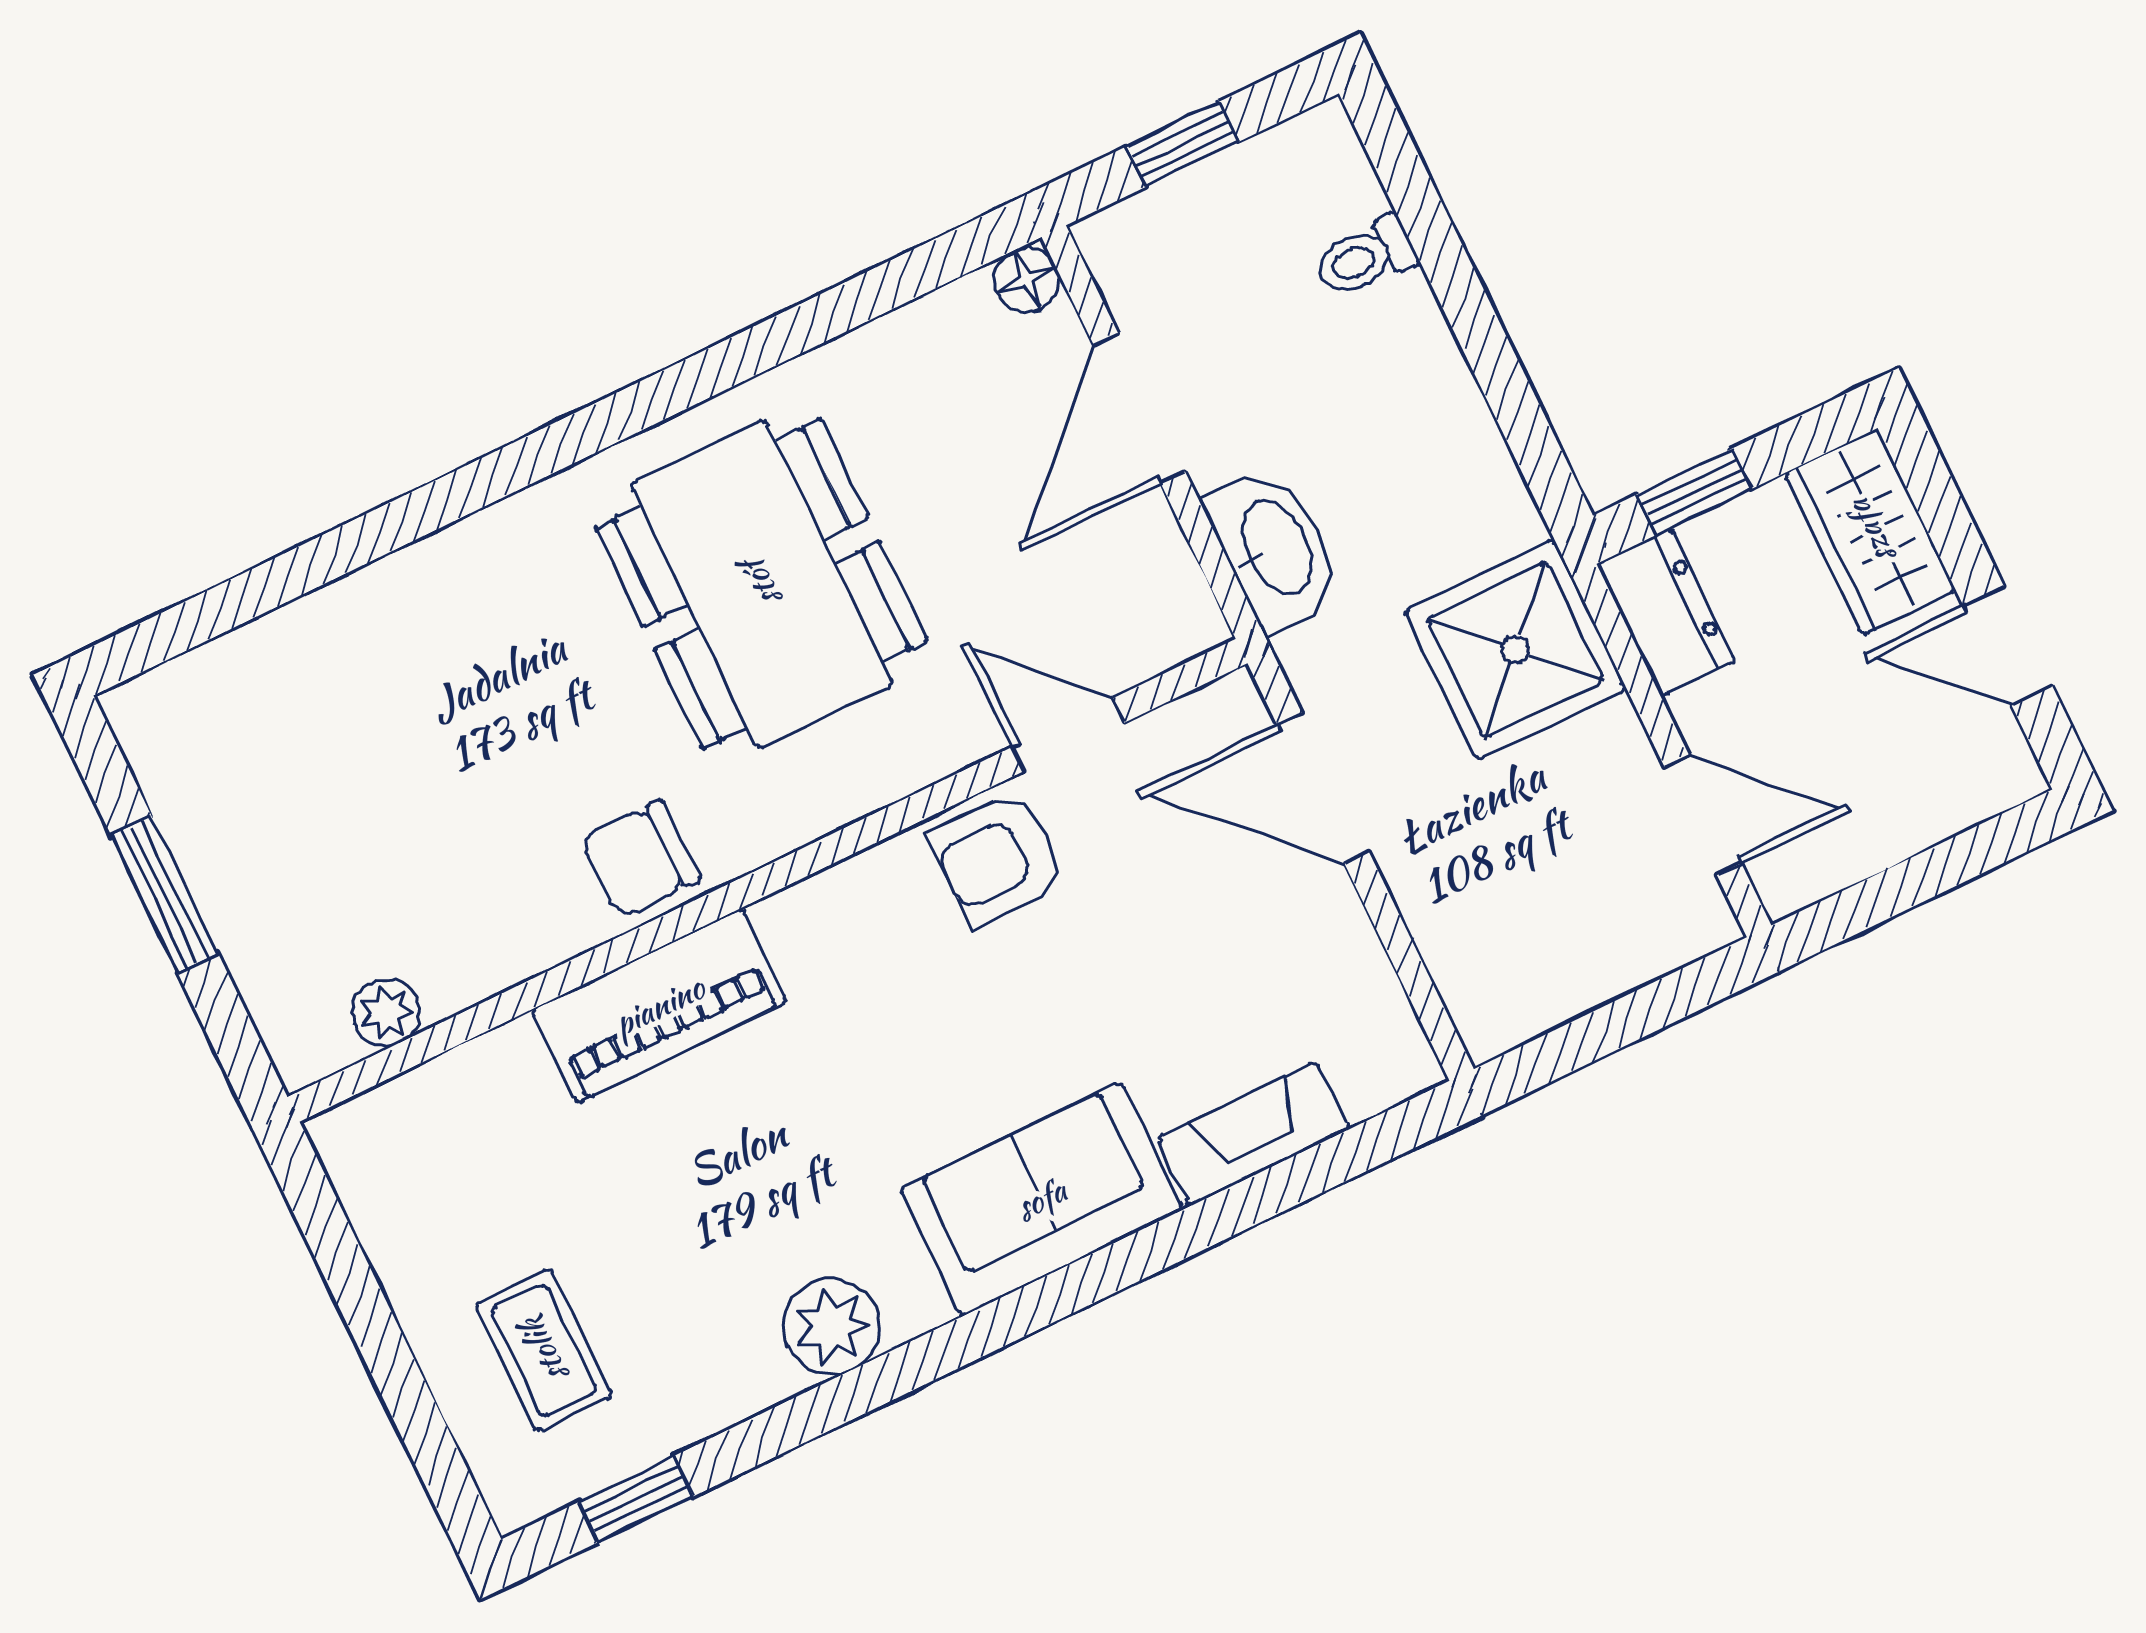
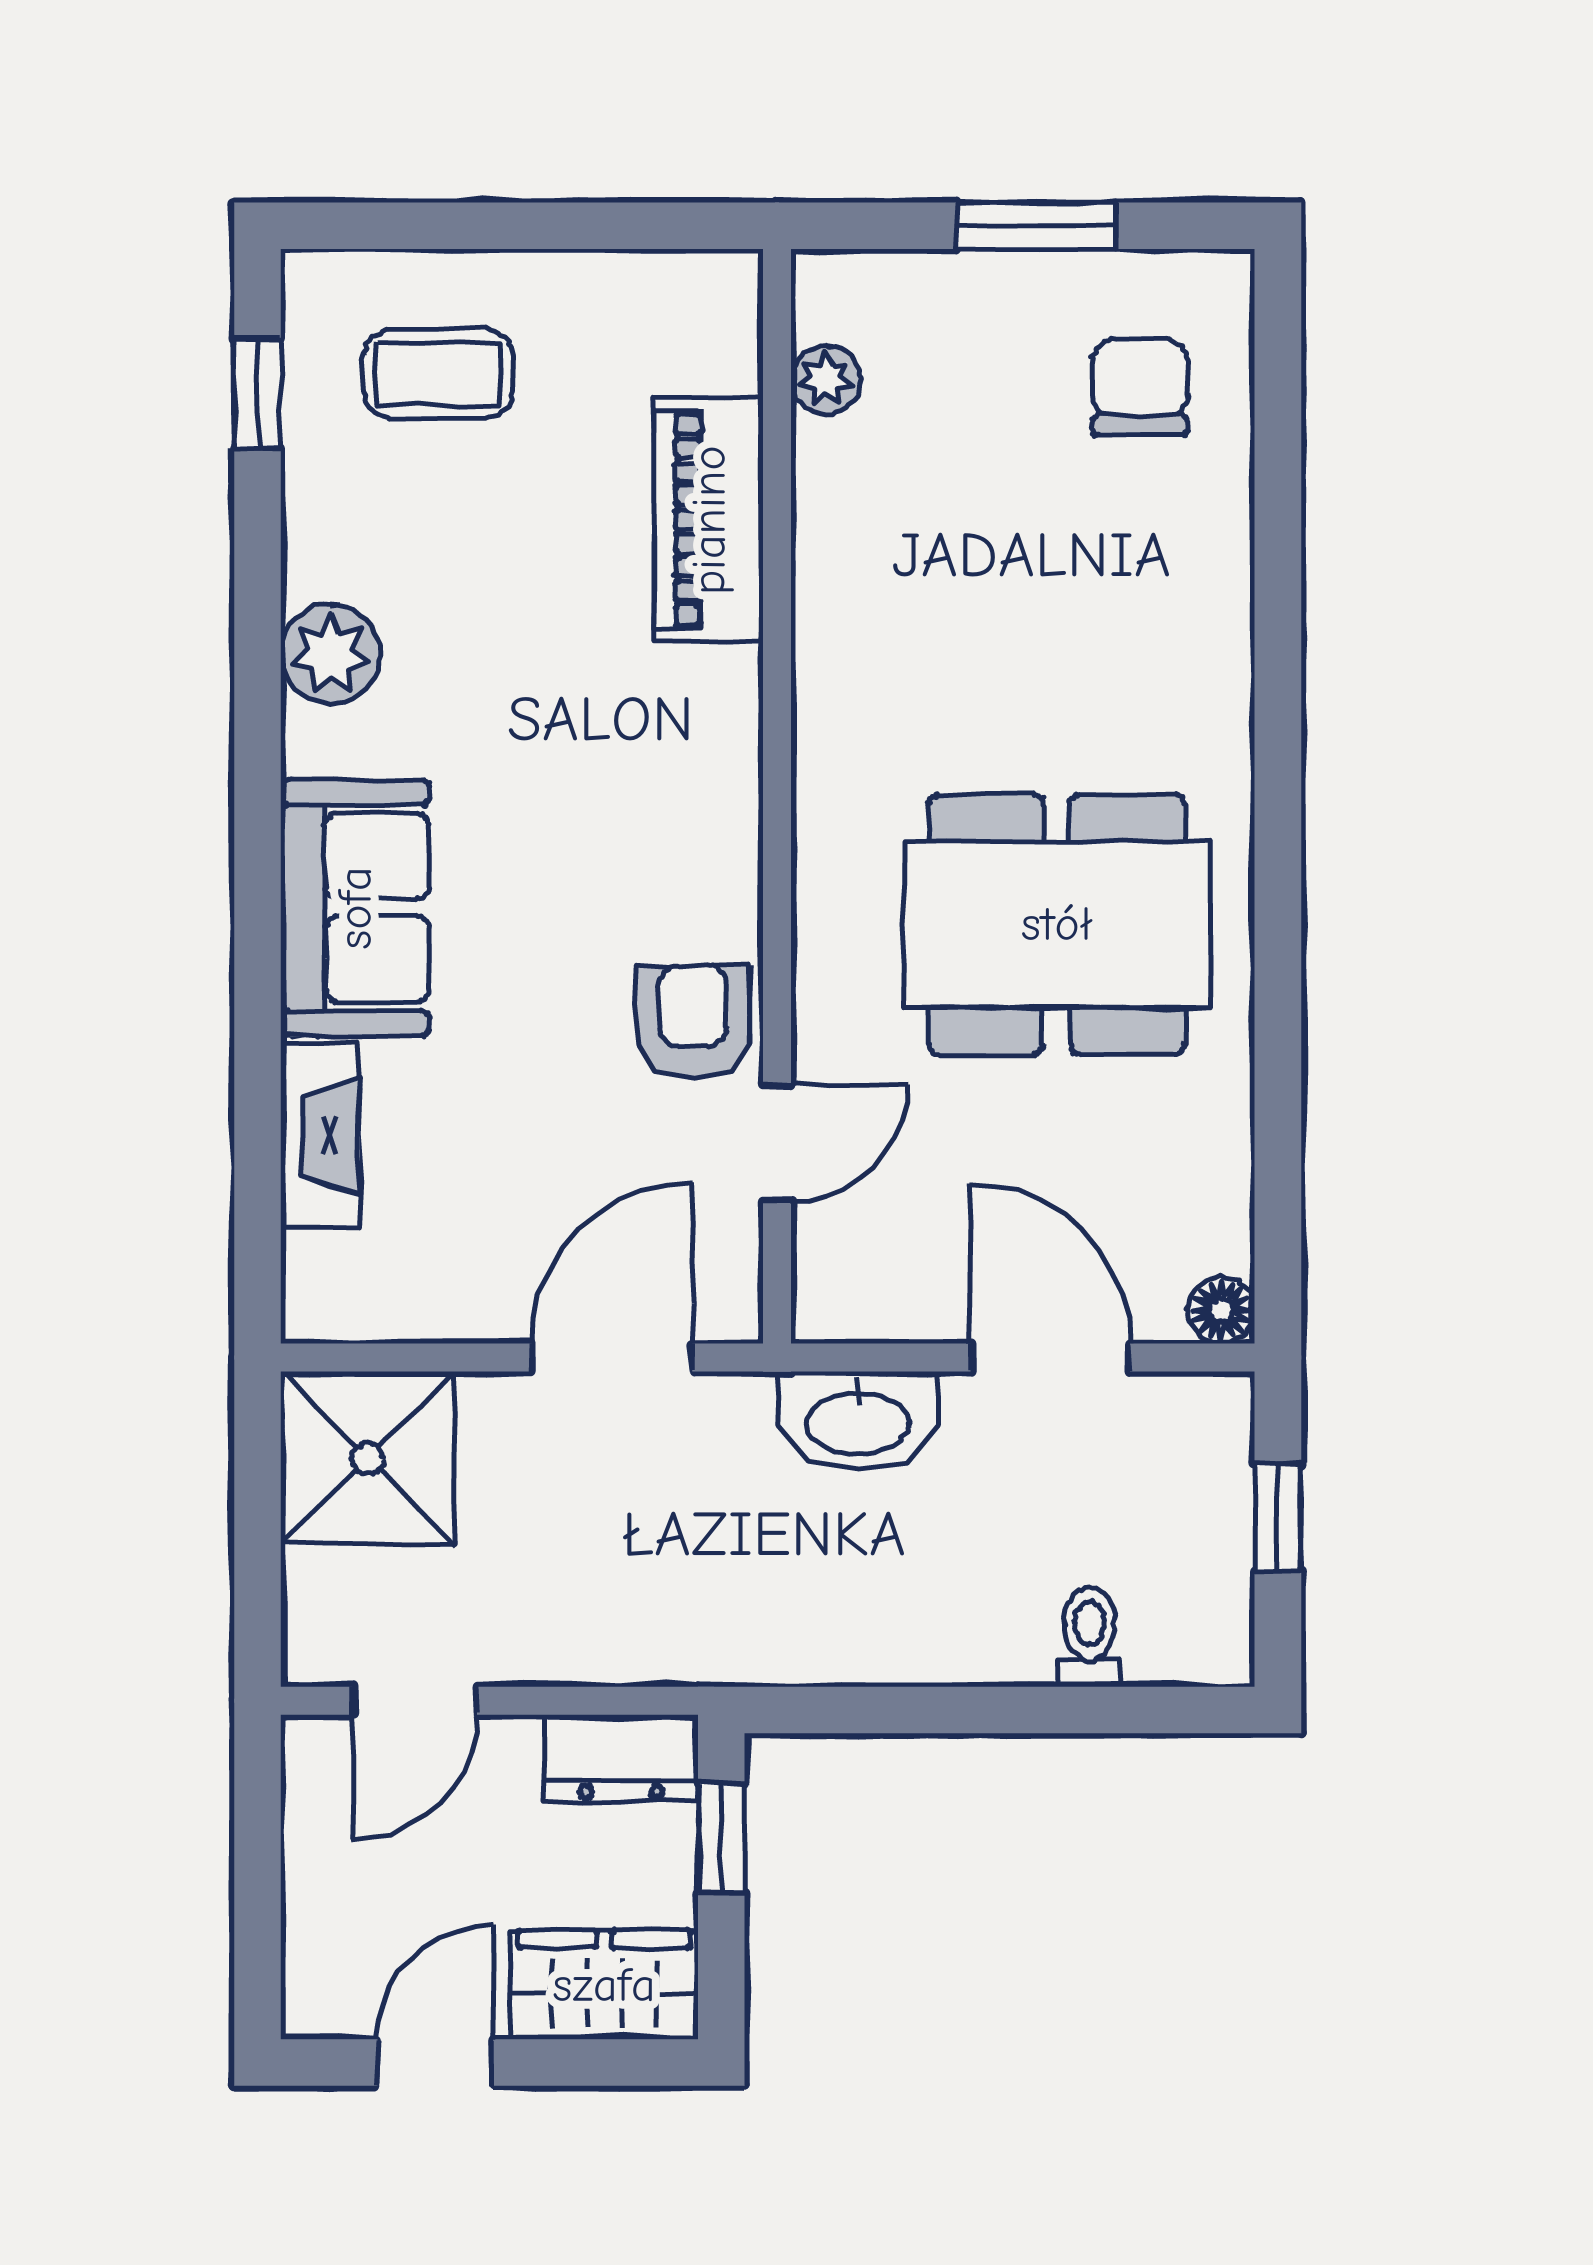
shower: (1515, 650) -> (367, 1458), moved
chair: (641, 859) -> (1140, 387), moved
piano: (659, 1006) -> (709, 520), moved

